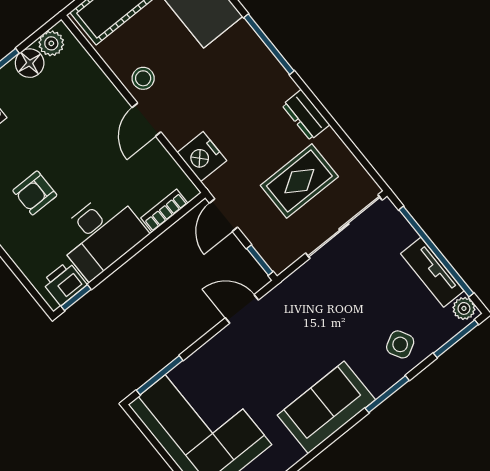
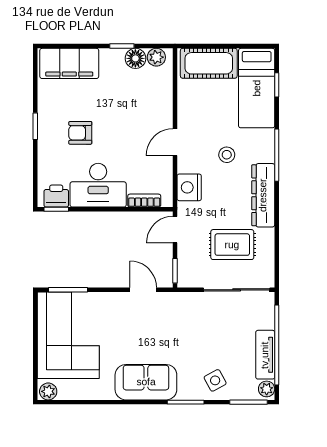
stool: (143, 78) -> (227, 155), moved
dresser: (306, 115) -> (263, 195), width x1.96, depth x1.24

